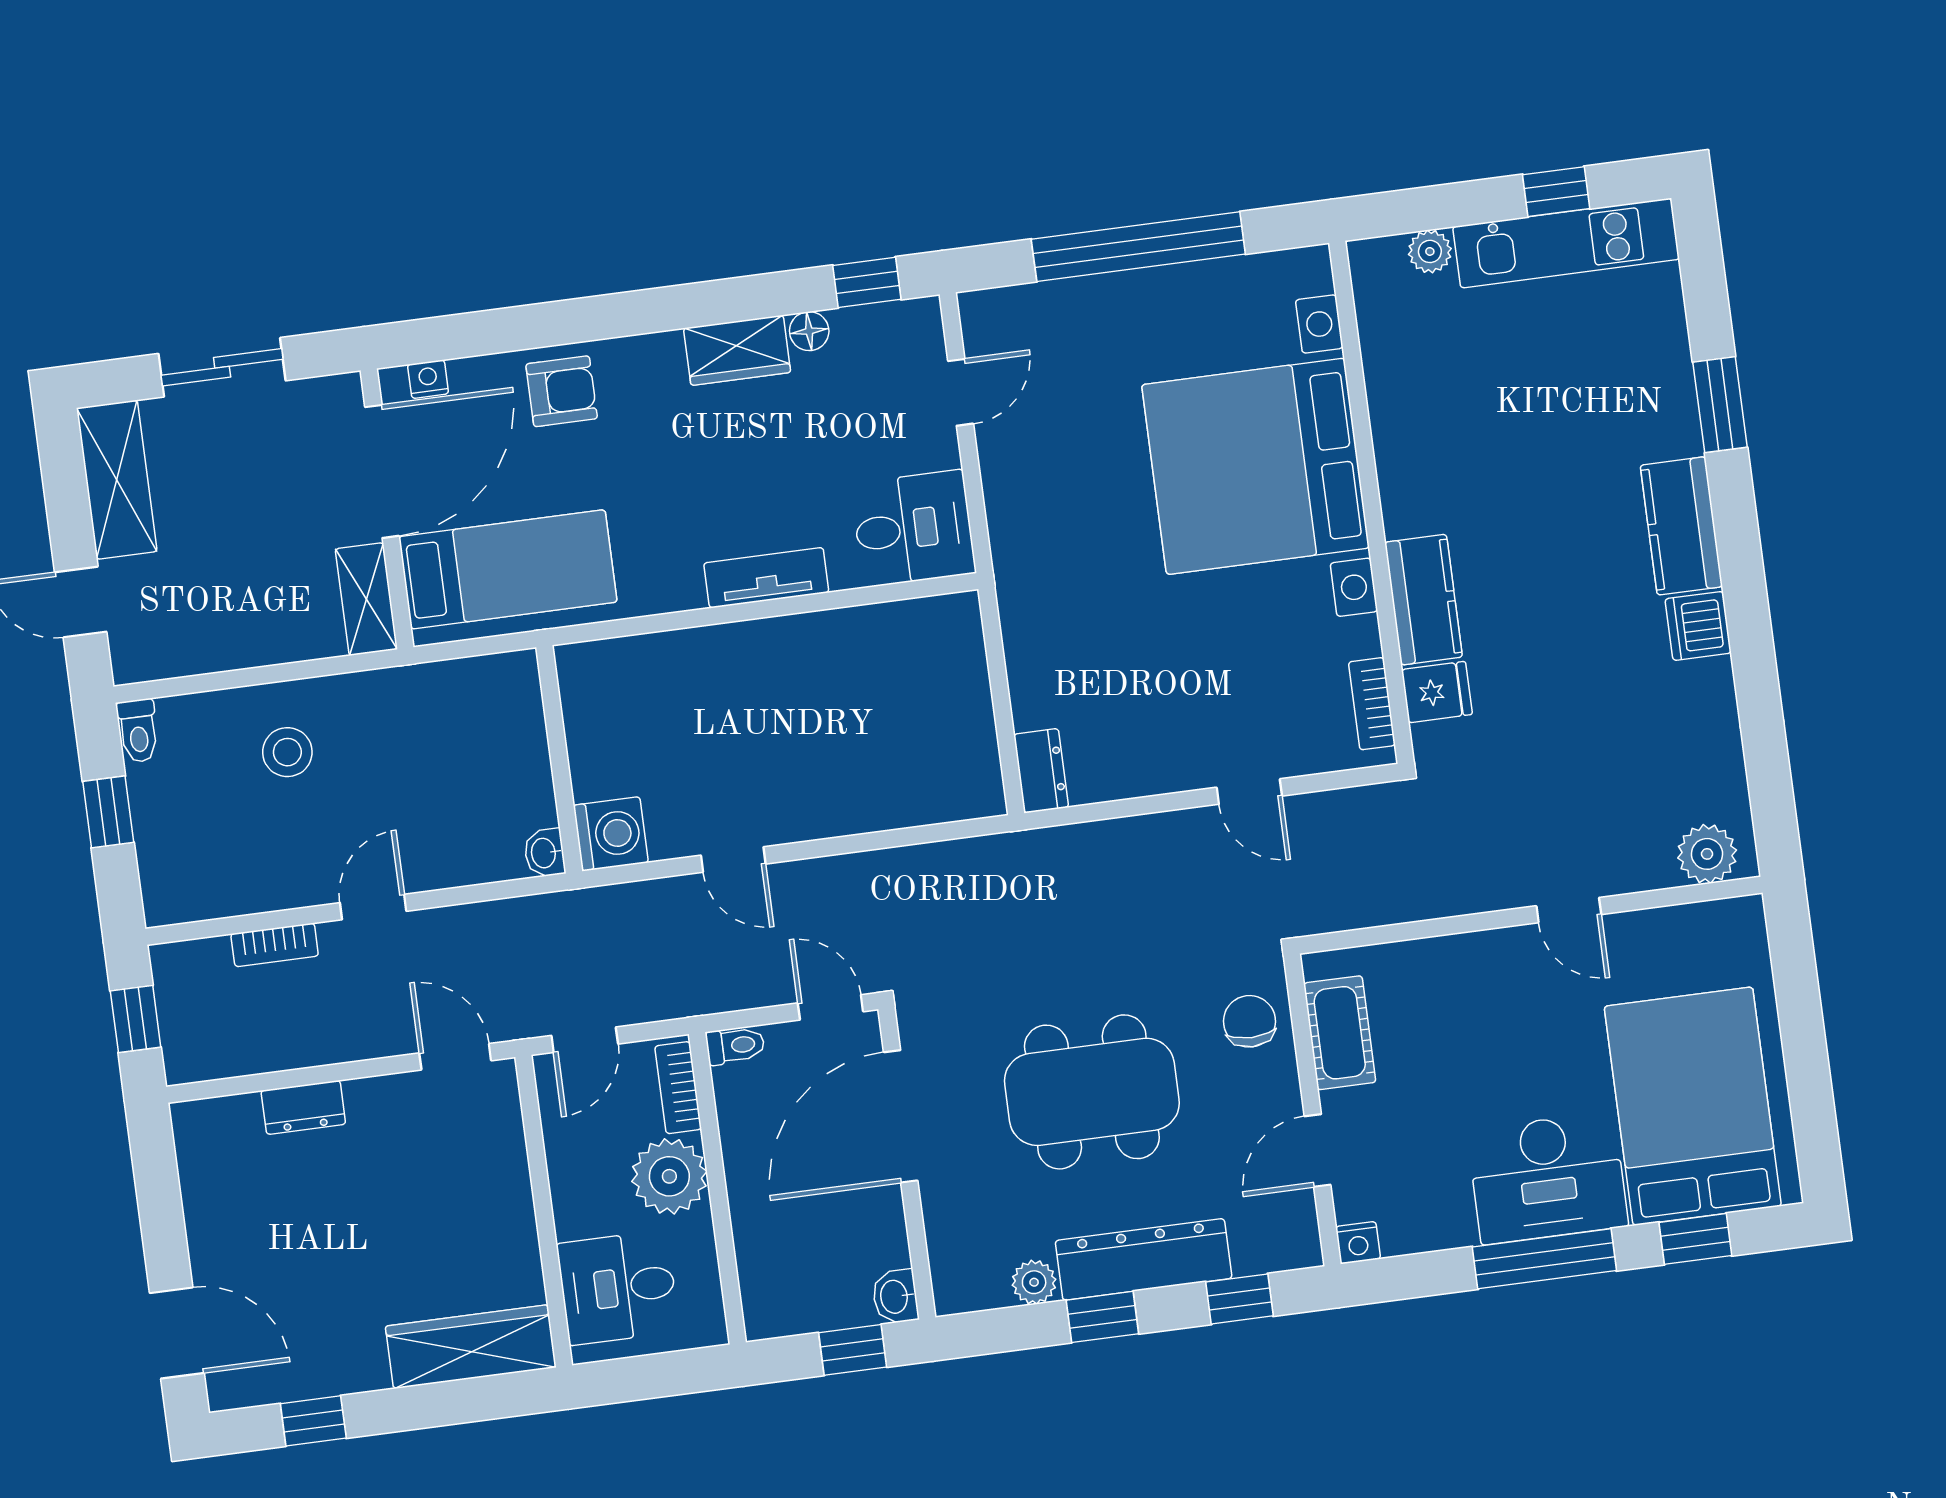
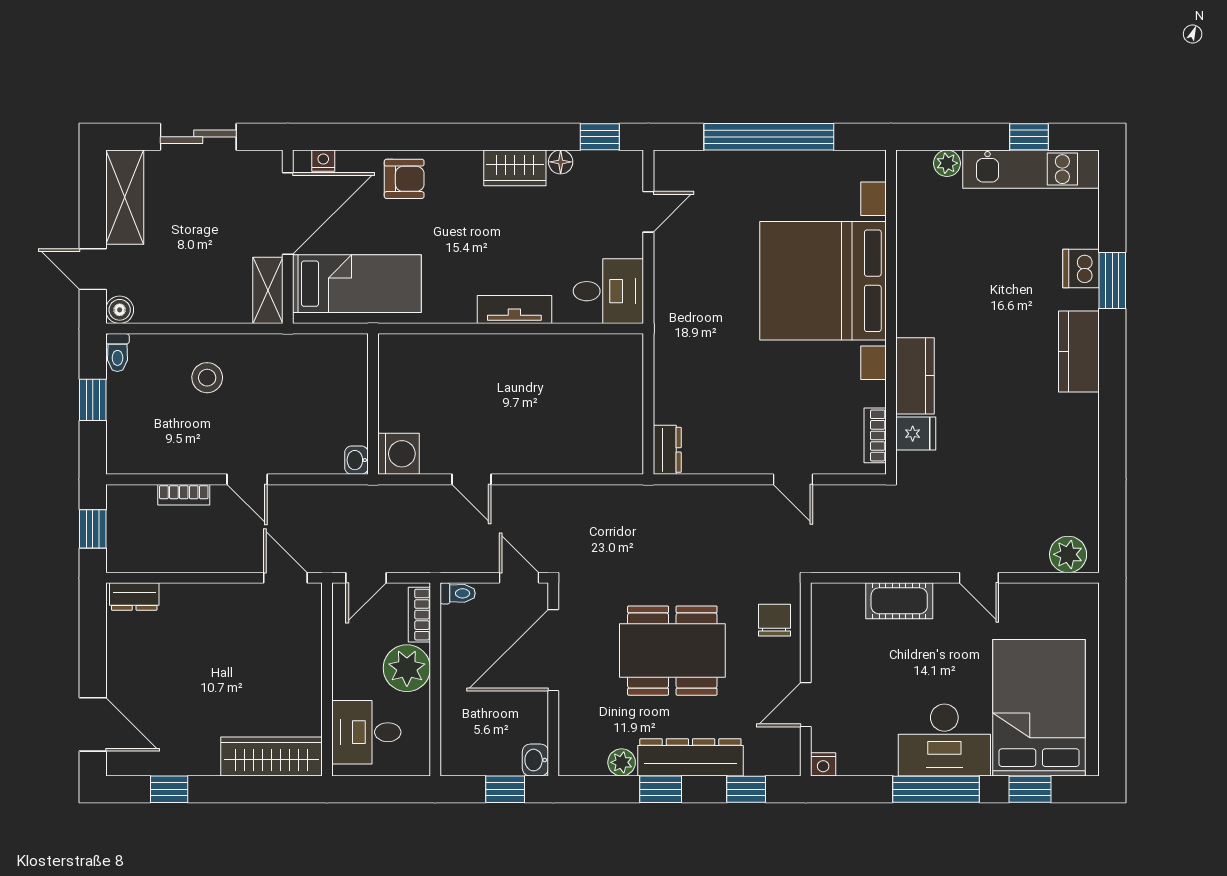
dishwasher: (1698, 626) -> (1081, 269), moved
boiler: (133, 662) -> (120, 310), added
door: (373, 907) -> (247, 479), swing flipped
cot: (1340, 1033) -> (899, 601), moved, turned 90
dresser: (303, 1107) -> (134, 596), moved

